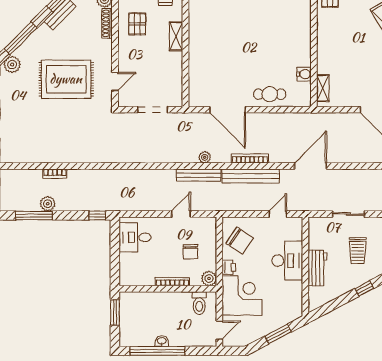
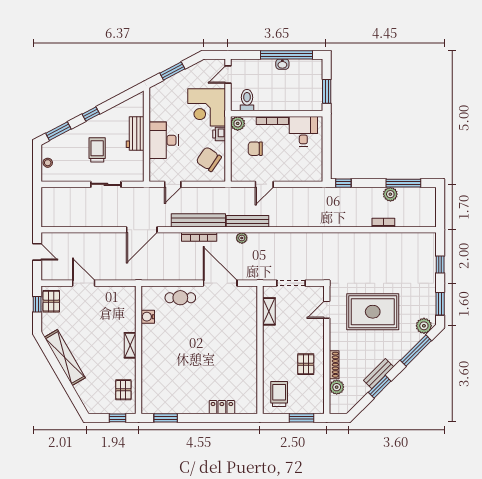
shelving: (176, 36) -> (269, 311), moved
shelving: (323, 88) -> (130, 345), moved
desk: (135, 237) -> (303, 131), moved, turned -90
chair: (190, 252) -> (255, 149), turned -90

